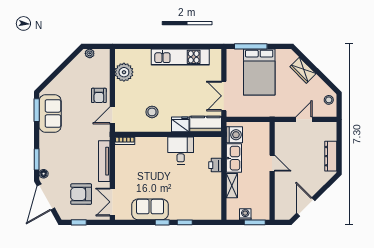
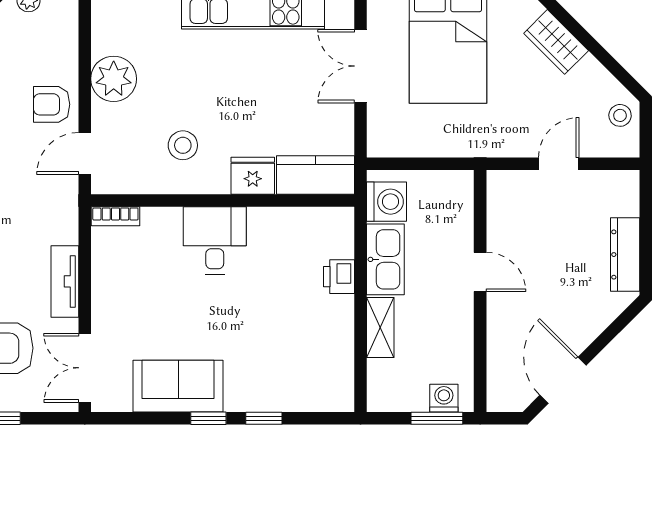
plant: (124, 72) -> (114, 79), moved
armchair: (99, 95) -> (52, 104), turned 90
double door: (224, 96) -> (361, 66), moved
desk: (181, 150) -> (215, 240), moved
tv unit: (104, 161) -> (65, 281), width x0.71
washing machine: (245, 214) -> (444, 398), moved

